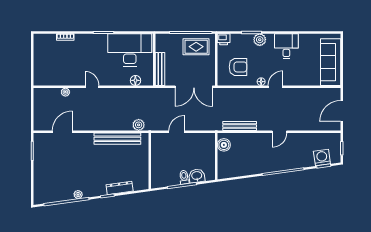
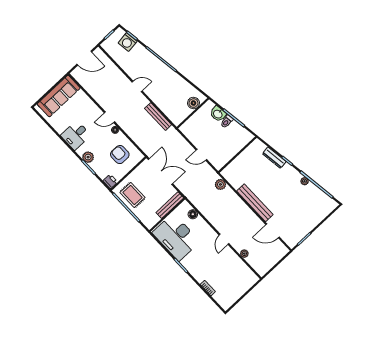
bench: (117, 139) -> (255, 203), moved
boiler: (224, 145) -> (193, 103), moved

